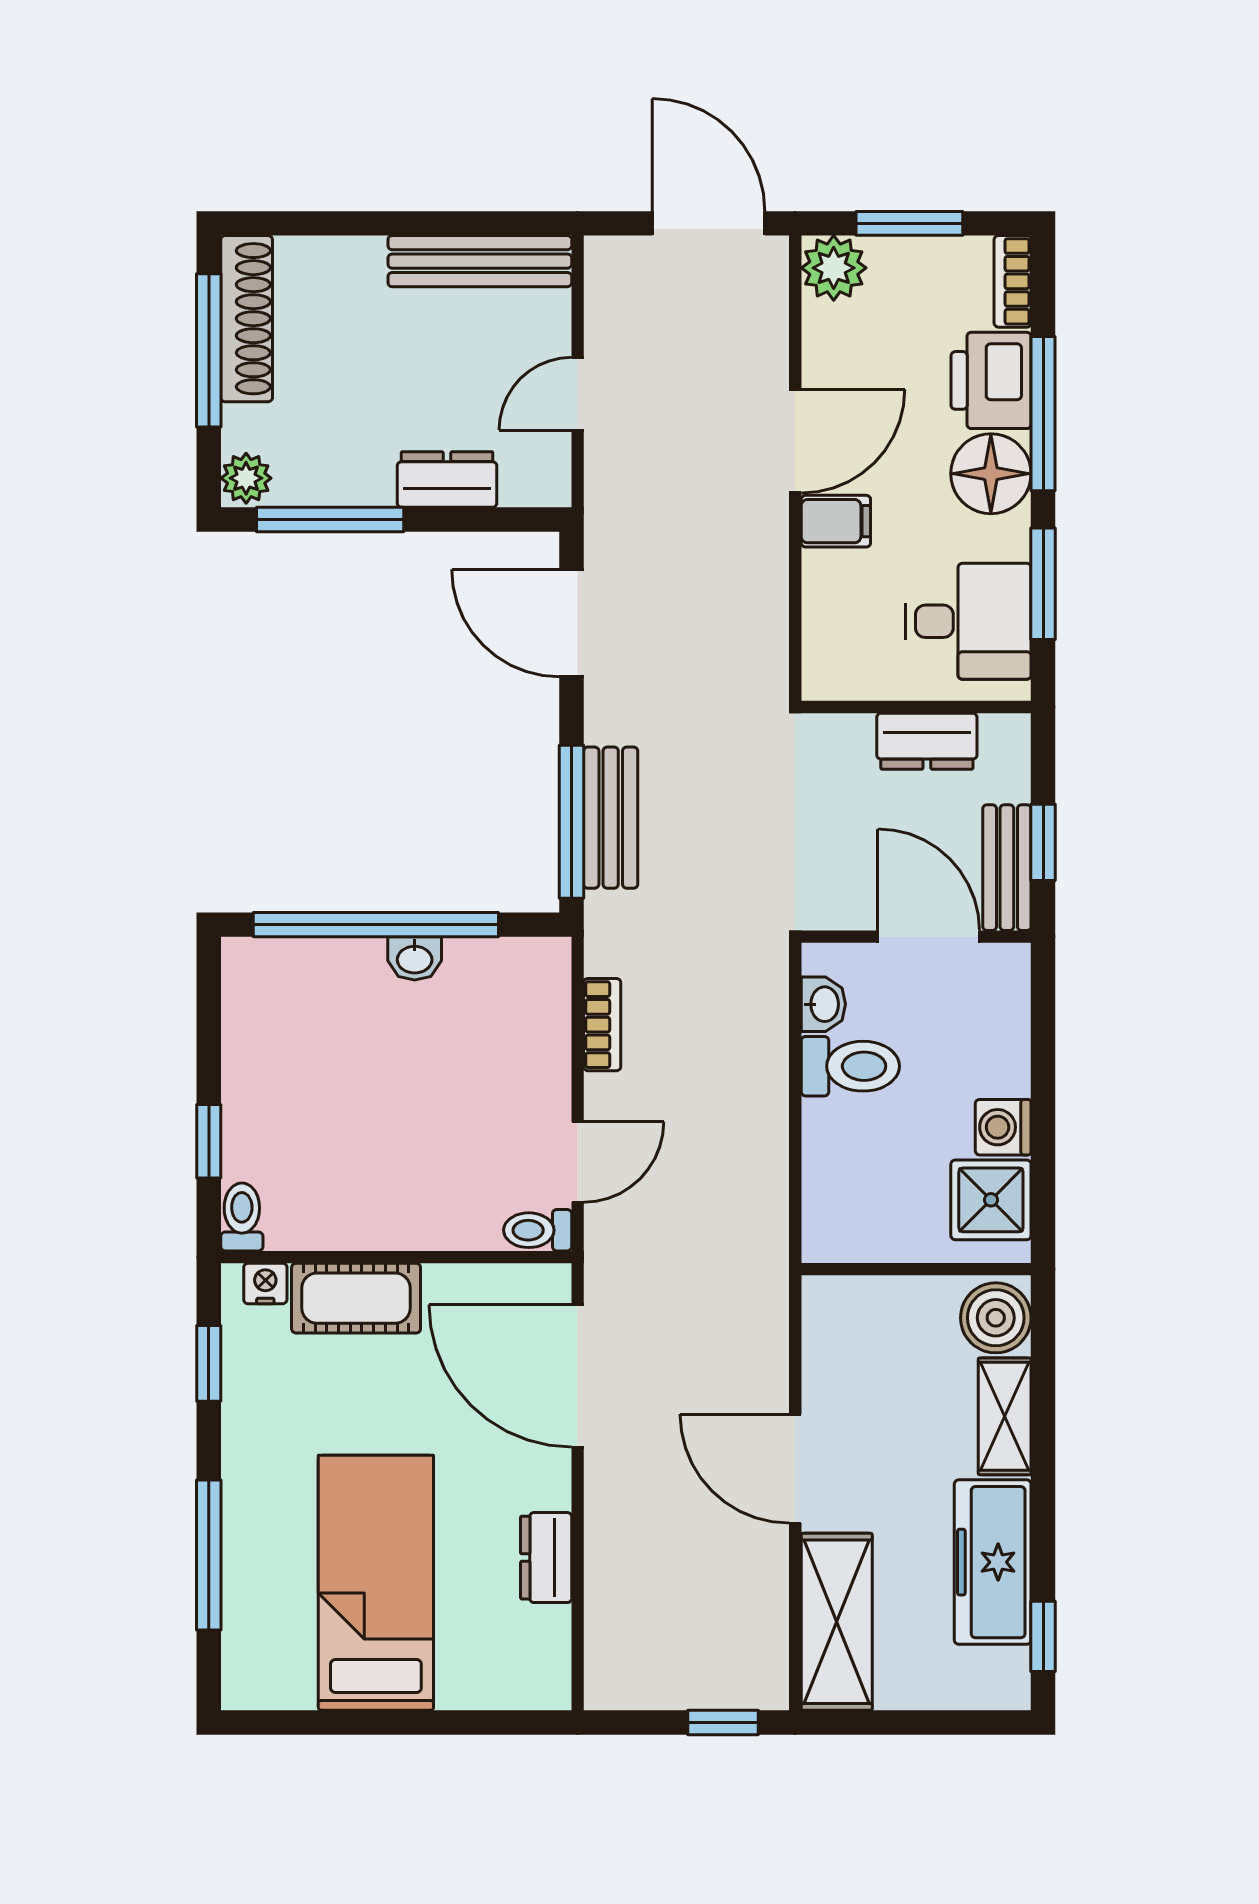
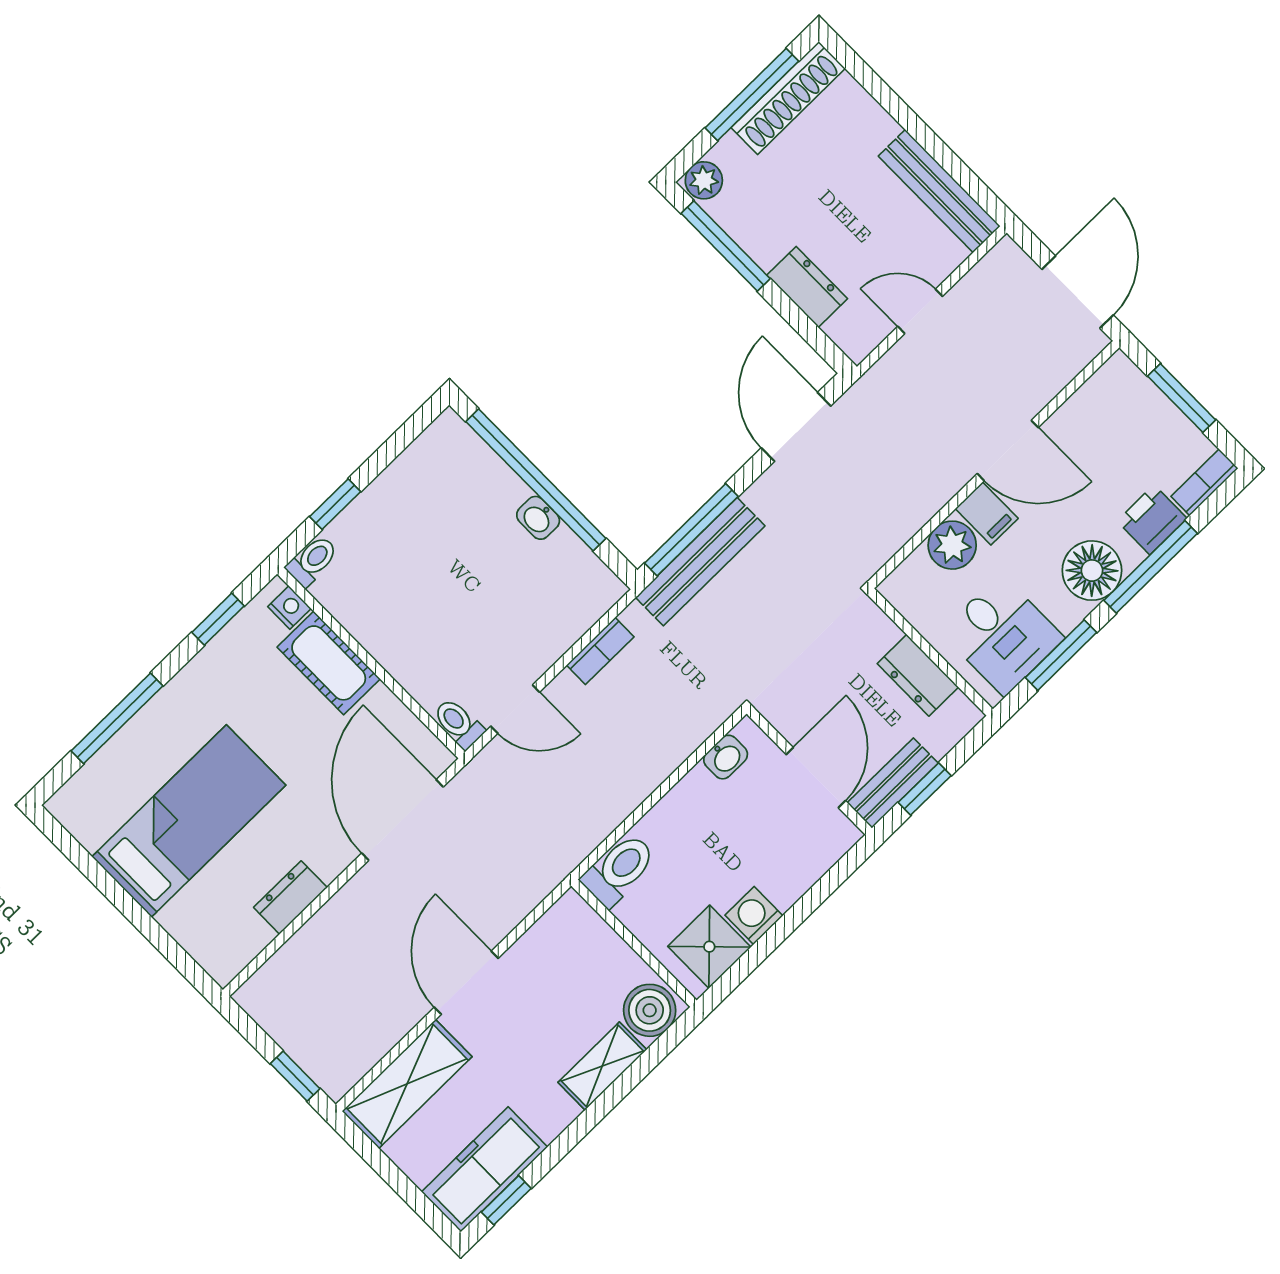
plant: (834, 268) -> (952, 545), moved
printer: (991, 380) -> (1152, 520), width x0.73, depth x0.81
bench: (611, 818) -> (700, 562), width x1.36
toilet: (850, 1066) -> (619, 870), moved, turned -90
freezer: (993, 1562) -> (485, 1169), moved

